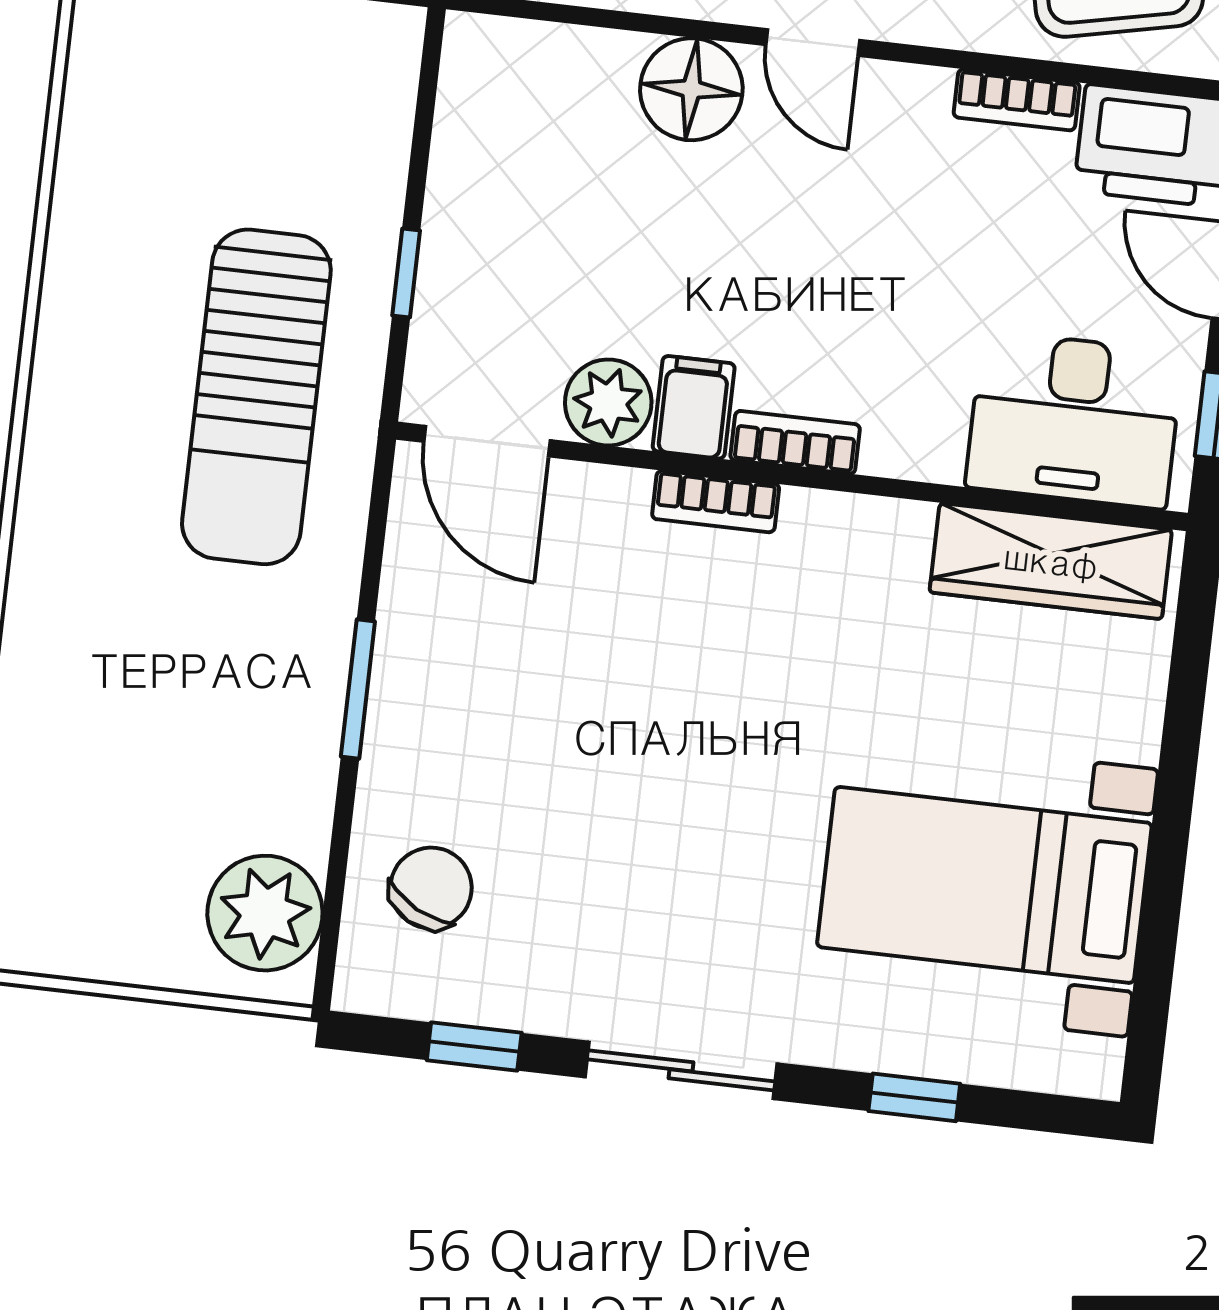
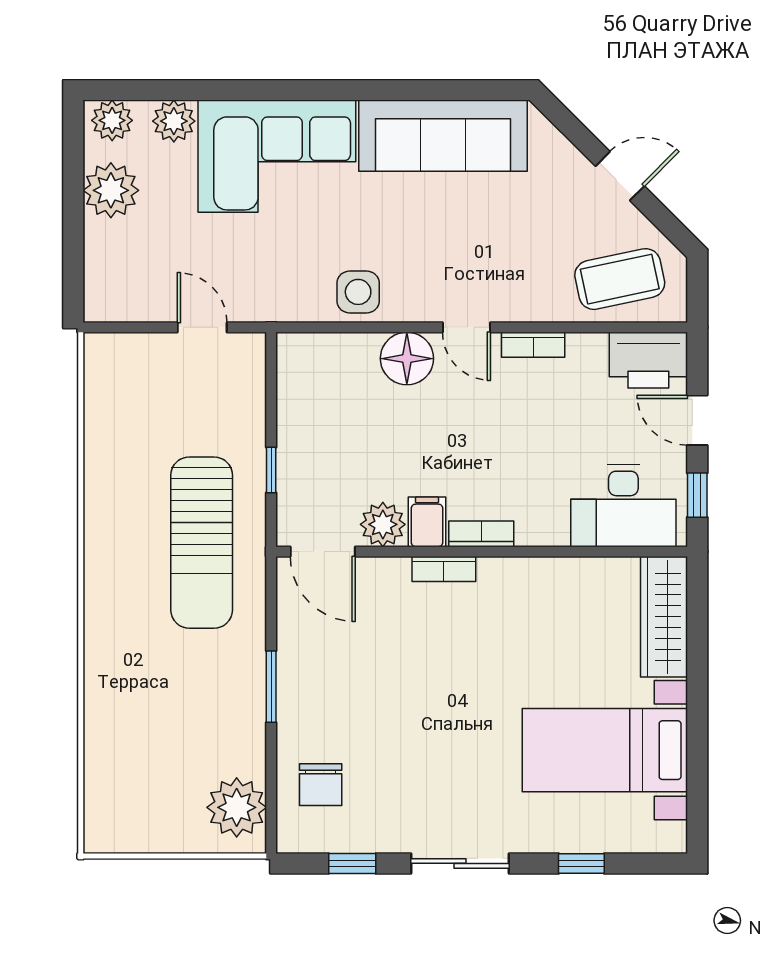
bookcase: (1017, 100) -> (533, 345), moved
wardrobe: (1051, 561) -> (664, 617), moved, turned 90
chair: (431, 888) -> (321, 785), turned 152

